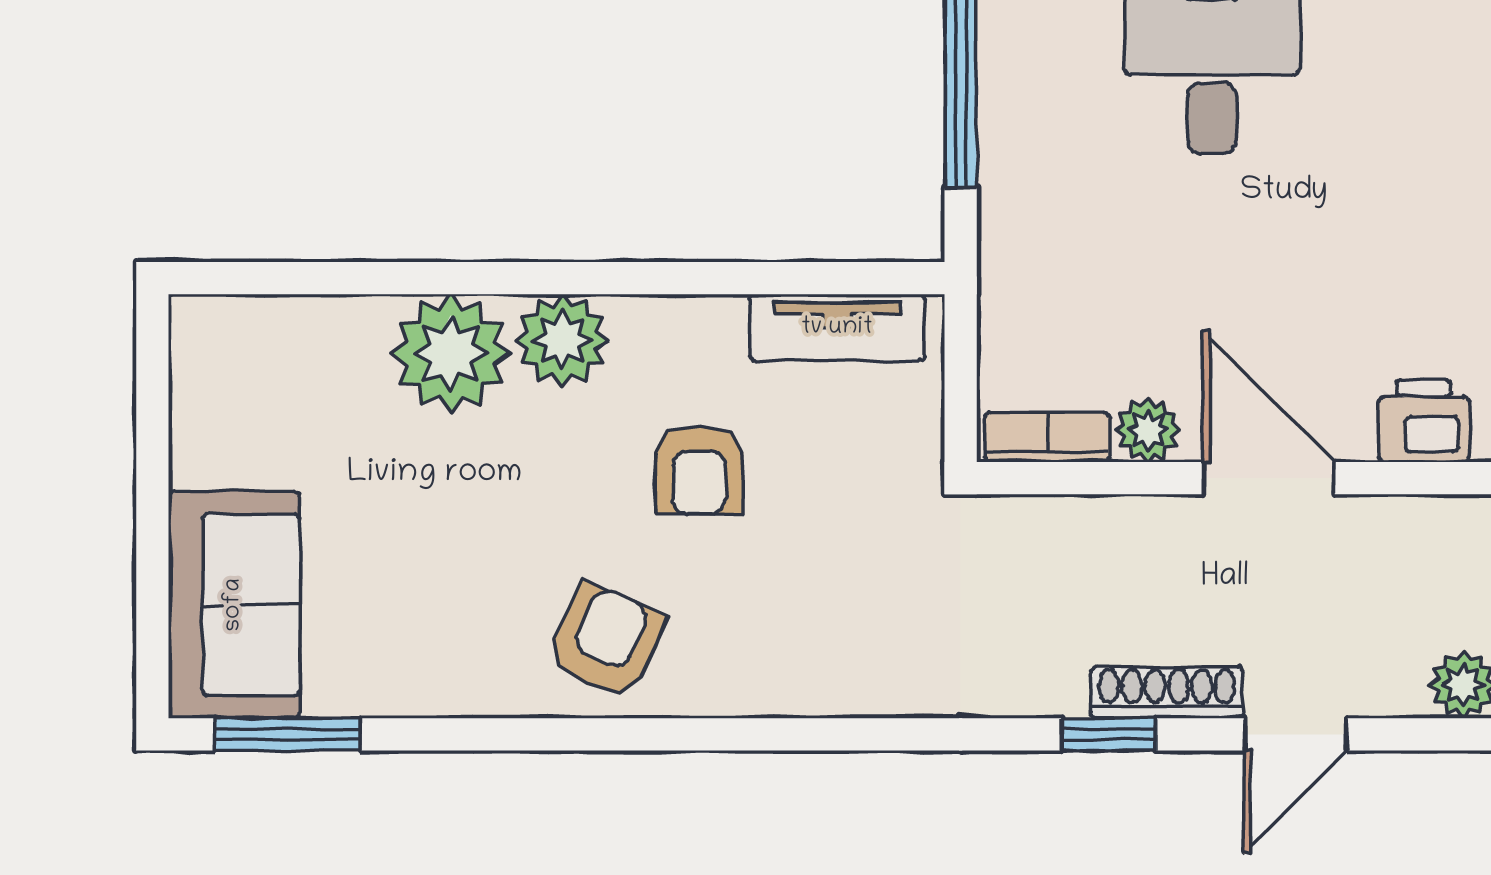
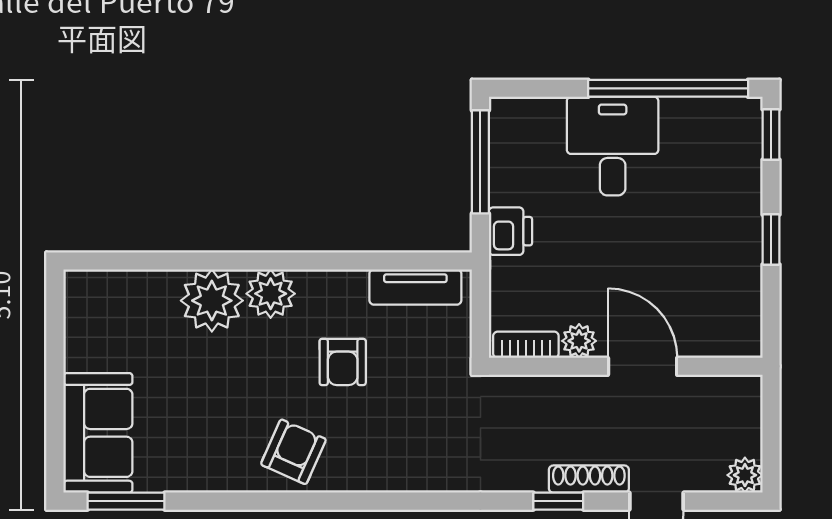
printer: (1424, 421) -> (510, 231), moved, turned 90

